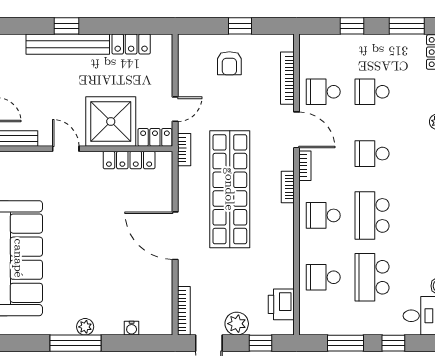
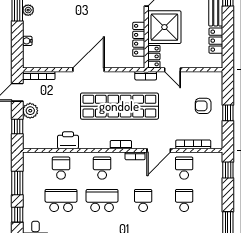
window: (352, 26) -> (228, 170), moved
printer: (281, 304) -> (68, 140), moved

